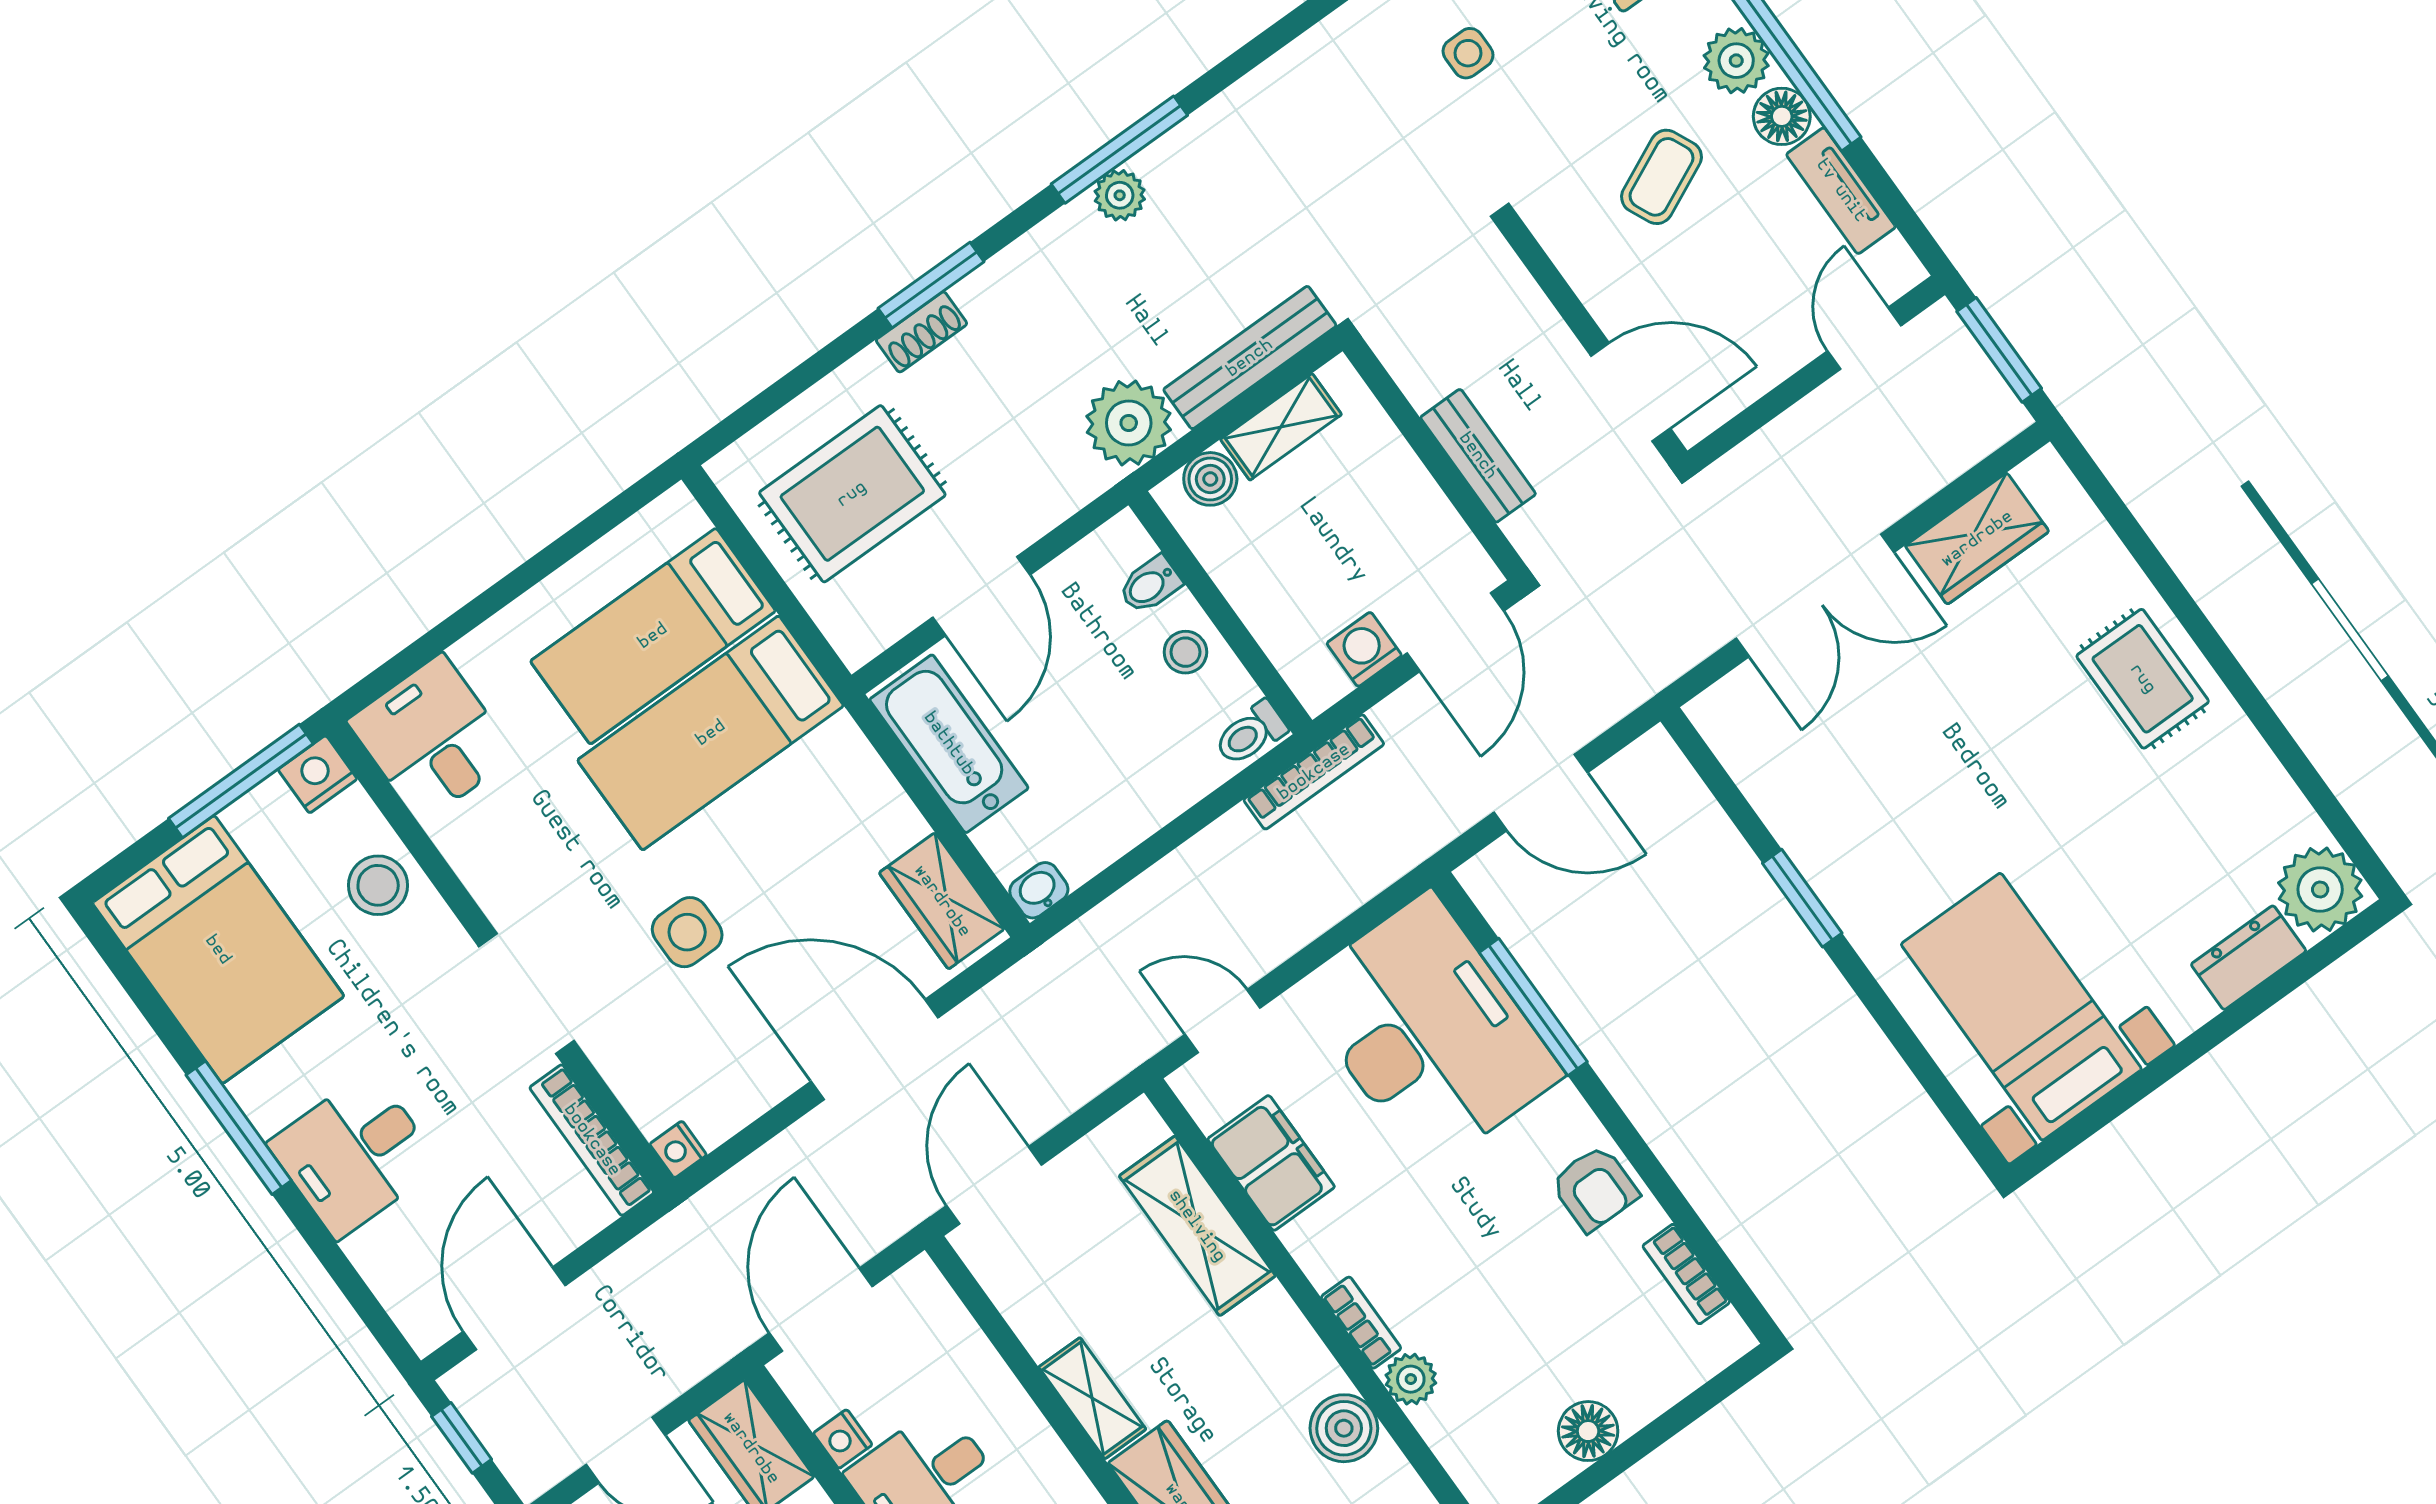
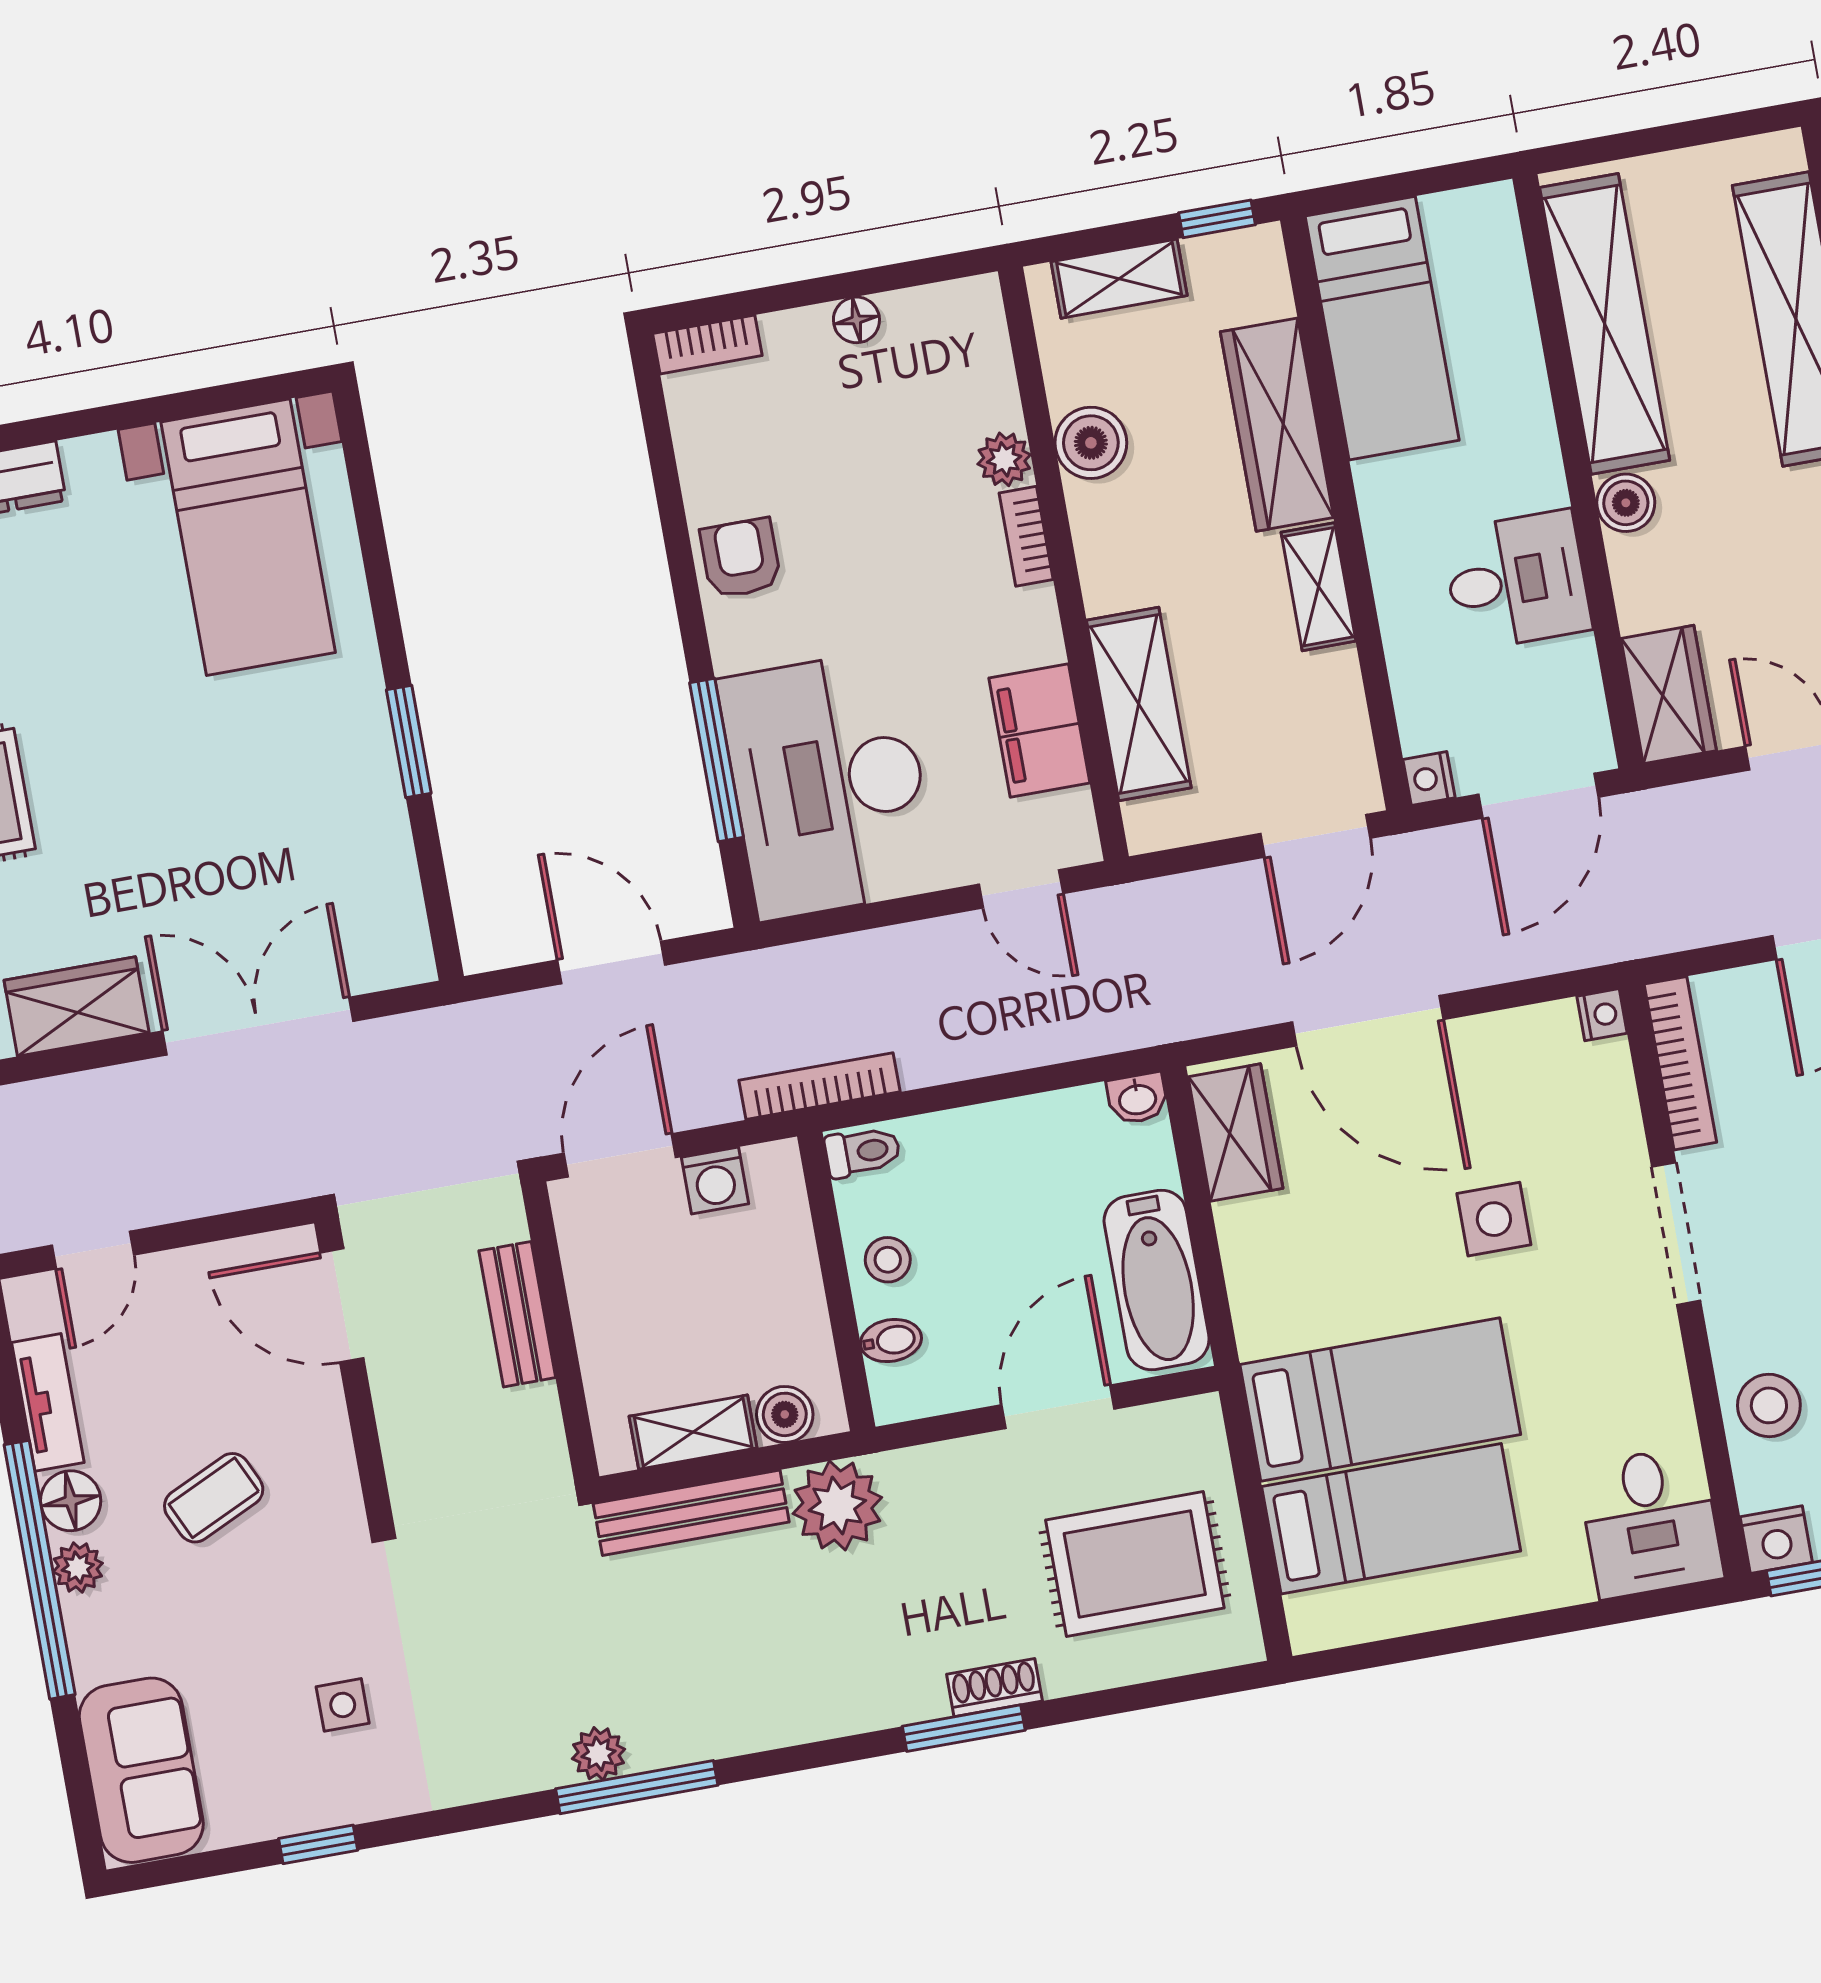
plant: (1736, 61) -> (78, 1568), width x0.73, depth x0.73
window: (1119, 150) -> (637, 1787), moved
plant: (1120, 195) -> (599, 1754), moved
bookcase: (1686, 1274) -> (707, 345), moved, turned 90
floor lamp: (1588, 1431) -> (856, 320), width x0.73, depth x0.73
nightstand: (843, 1439) -> (1429, 779), moved, turned 180

